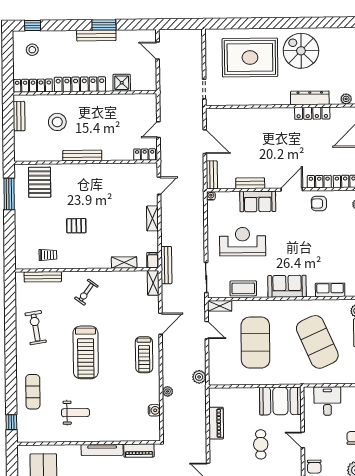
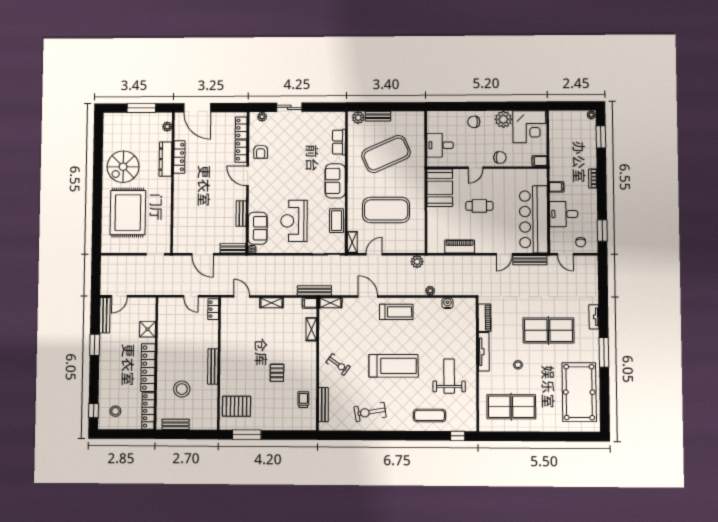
bench: (96, 35) -> (105, 315), moved
door: (205, 142) -> (203, 254), swing flipped
sofa: (258, 201) -> (258, 228), moved
weight bench: (75, 413) -> (449, 376), width x1.36, depth x1.33

